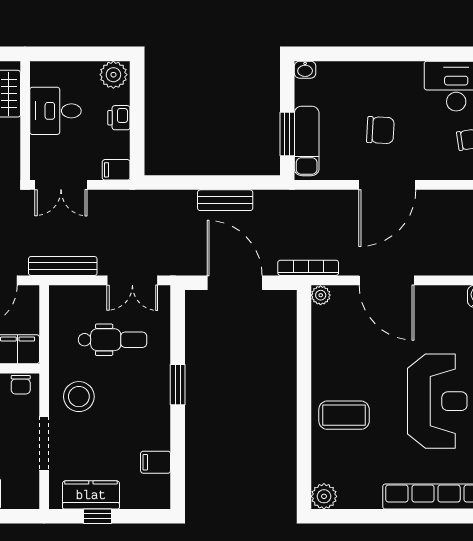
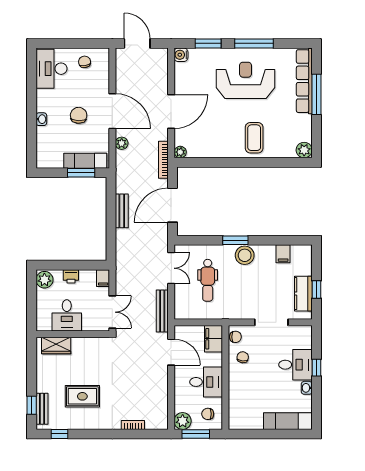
washbasin: (305, 70) -> (41, 119), moved
plant: (335, 200) -> (122, 143), added
dental chair: (113, 340) -> (208, 280), turned 180
stool: (79, 397) -> (245, 255), moved
window: (414, 516) -> (316, 94), added

